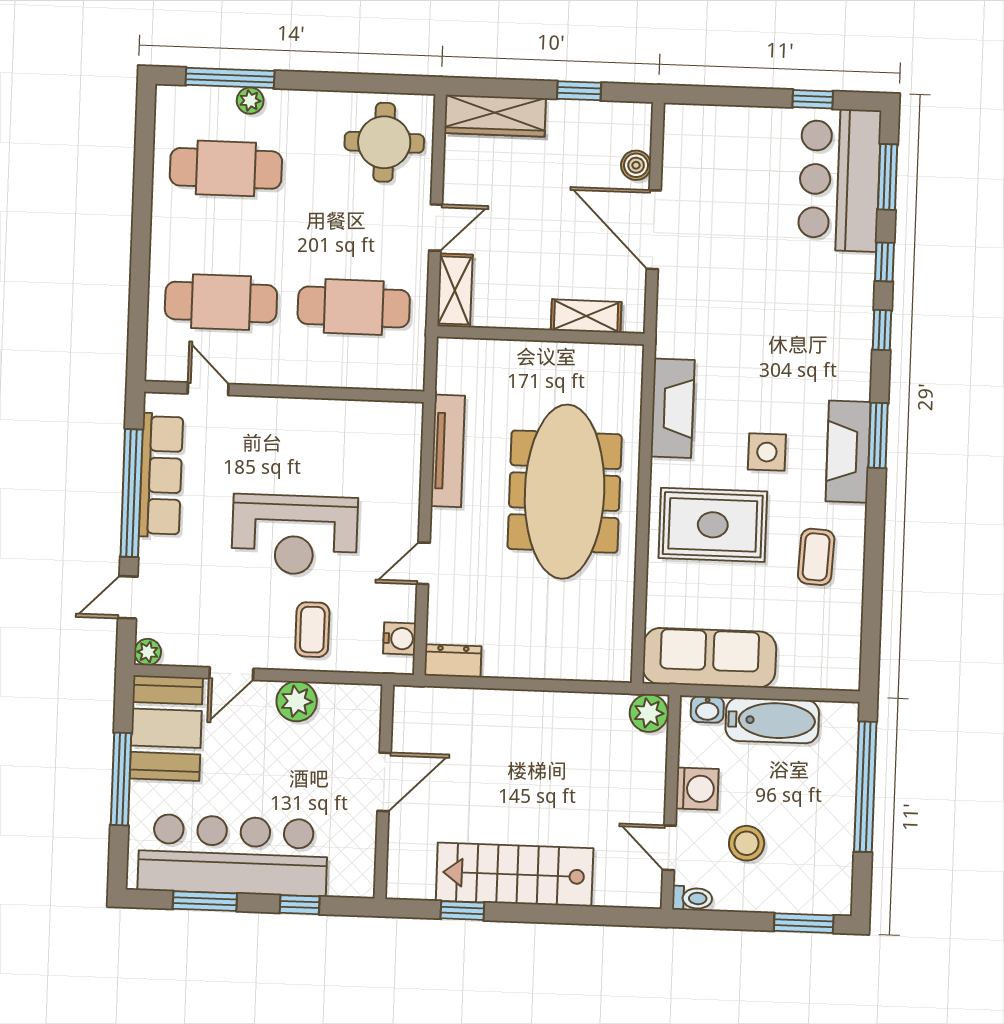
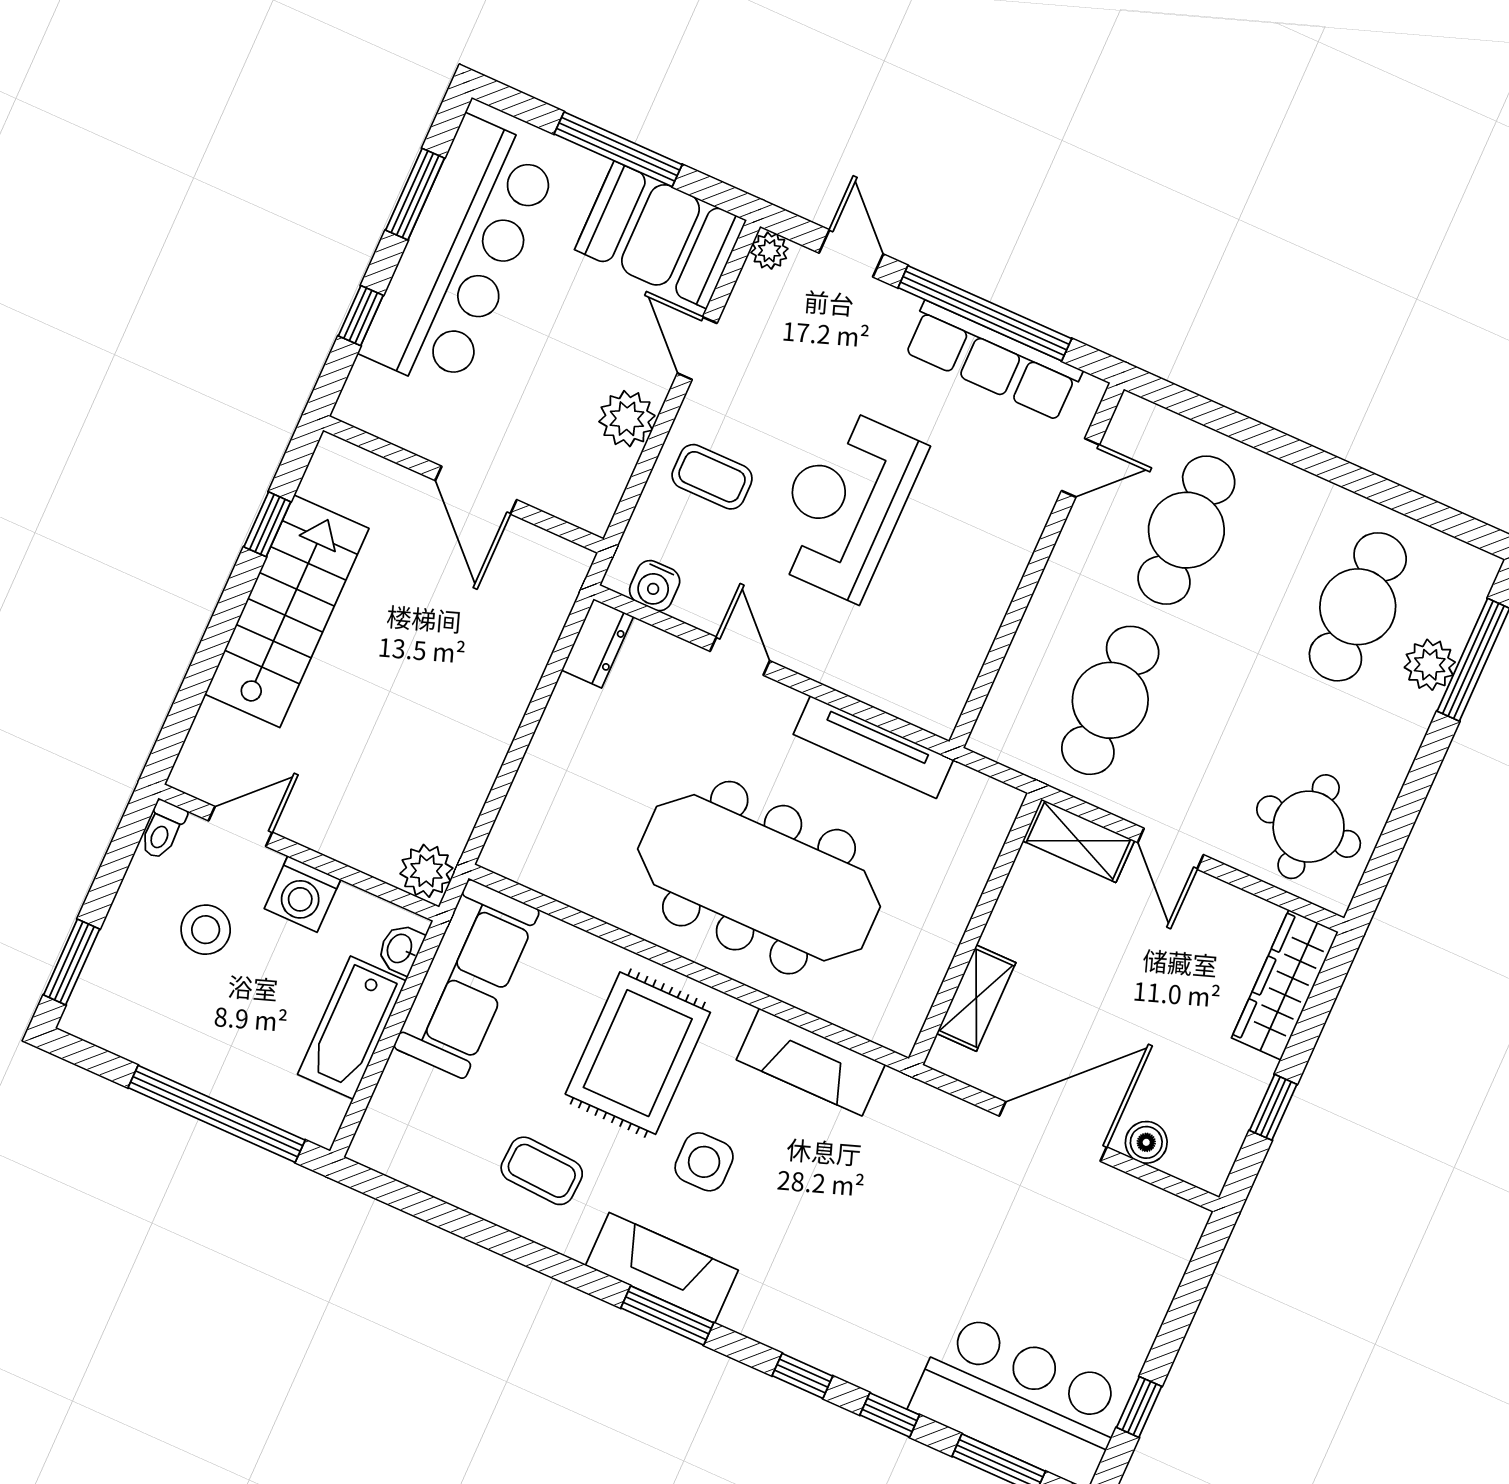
plant: (250, 101) -> (1430, 665), width x1.38, depth x1.38

